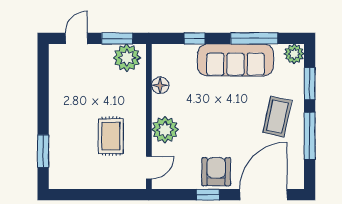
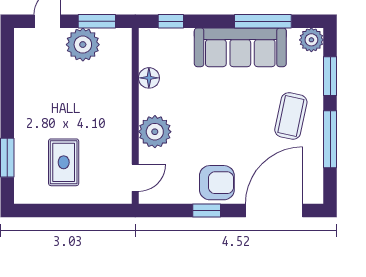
window: (194, 38) -> (171, 21), moved
plant: (127, 58) -> (83, 45), moved
rug: (111, 136) -> (64, 162), moved
armchair: (216, 172) -> (217, 183), turned 90

